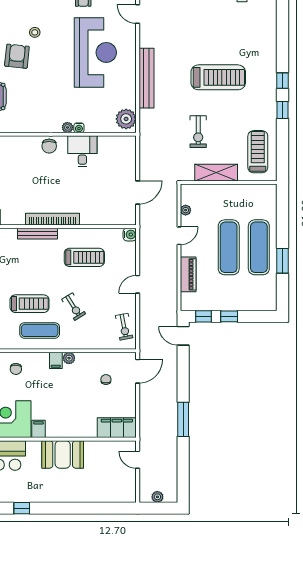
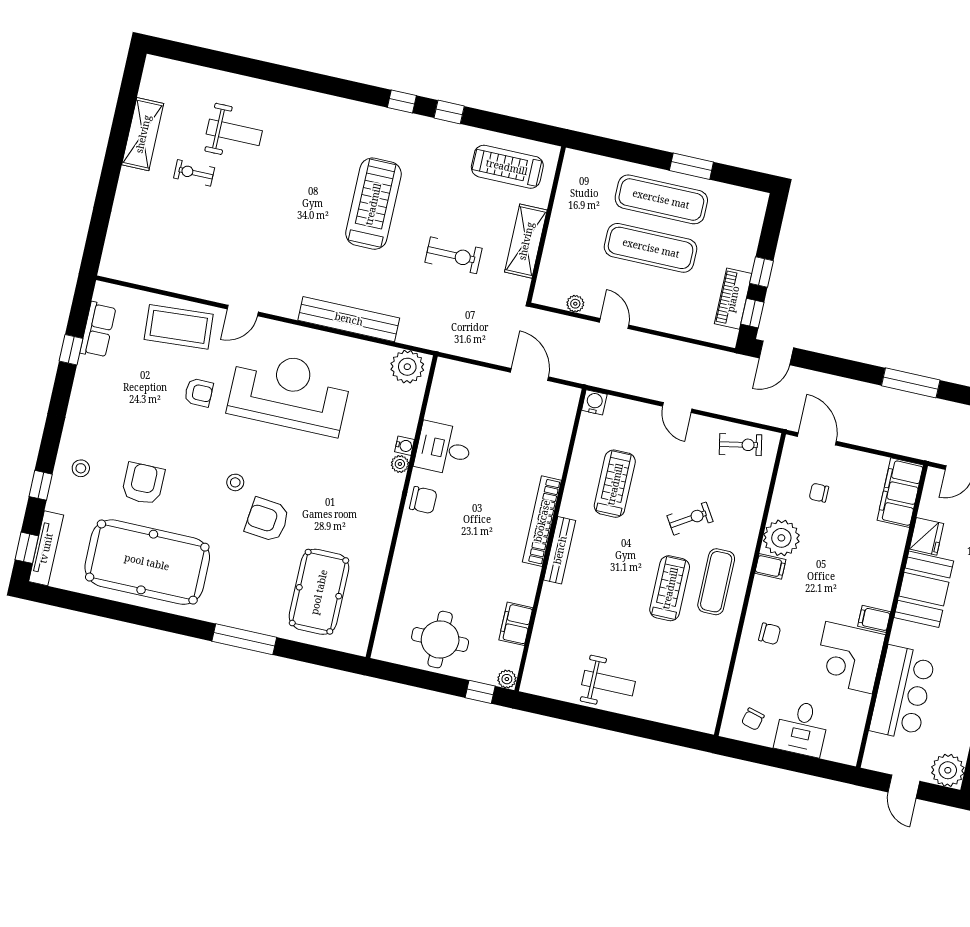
piano: (188, 274) -> (733, 299), moved, turned -90
plant: (69, 358) -> (781, 538), width x1.88, depth x1.88
fridge: (94, 449) -> (927, 536), added

